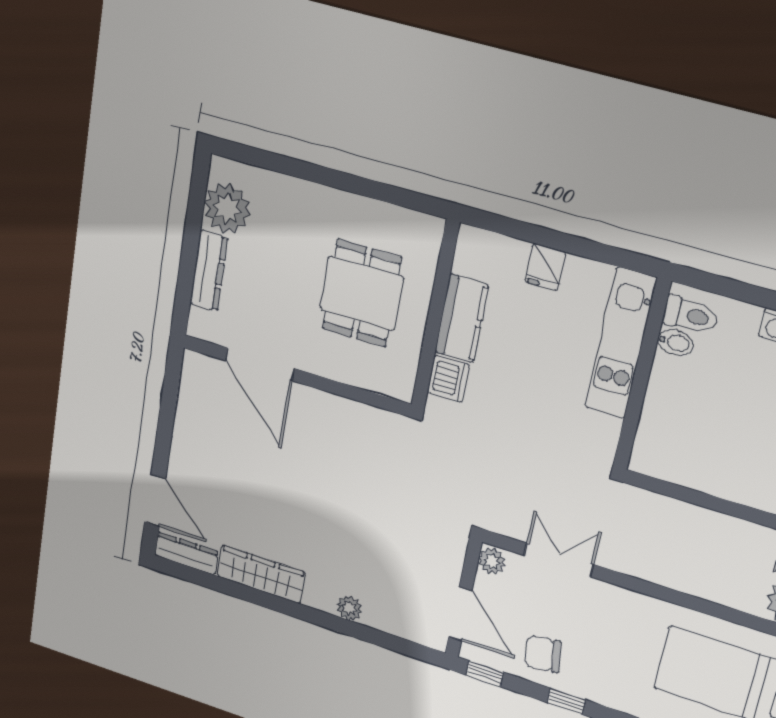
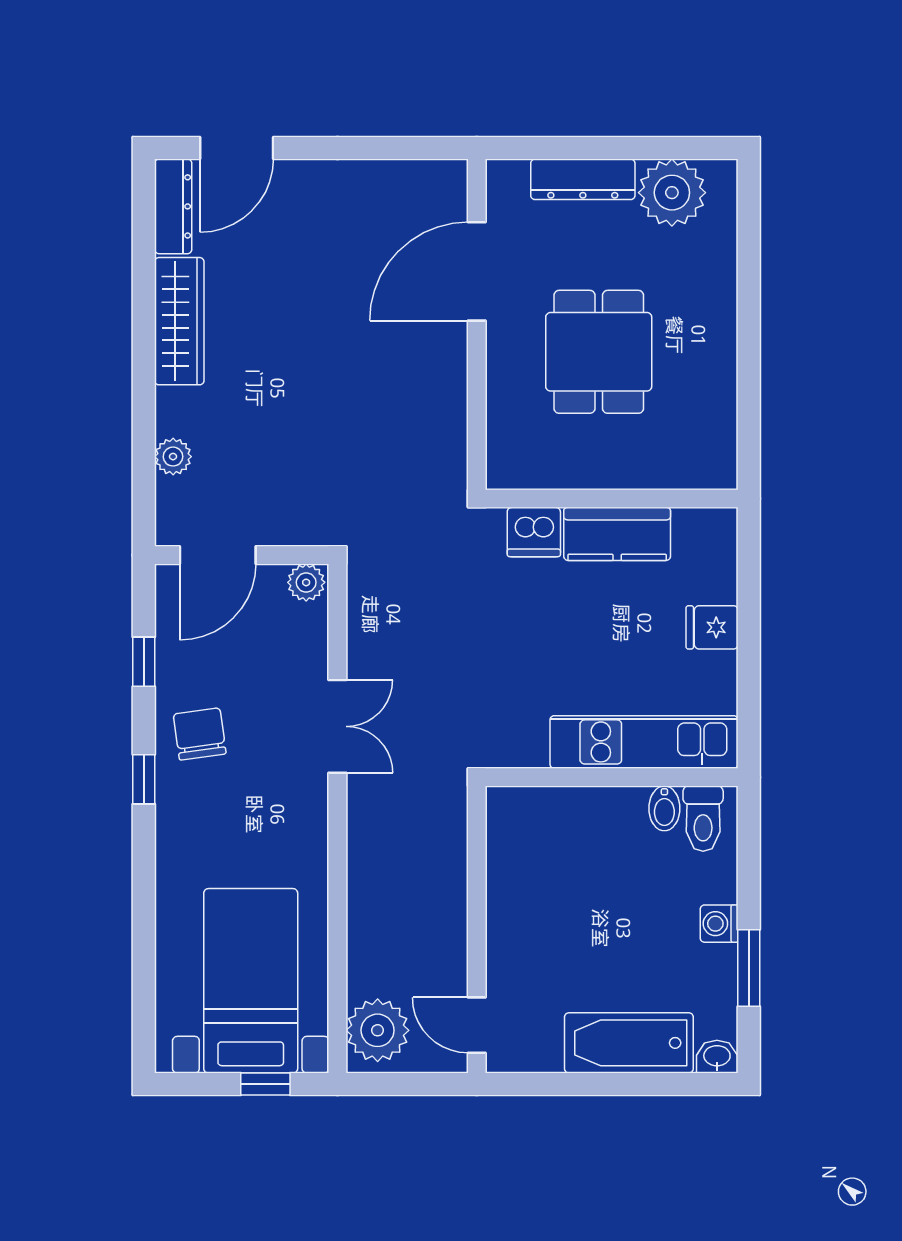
dining table: (362, 293) -> (599, 352), moved, turned 90
plant: (492, 561) -> (306, 582), moved
wall: (464, 598) -> (242, 555), moved
door: (460, 614) -> (218, 555), moved

